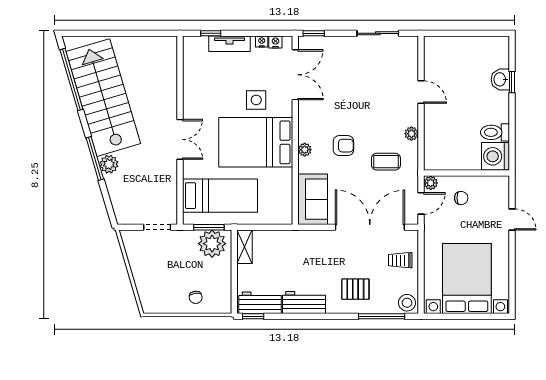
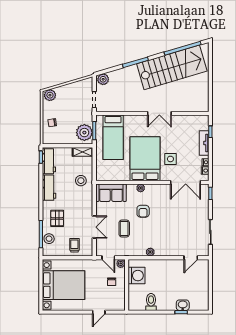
door: (421, 92) -> (191, 258), moved
double door: (180, 139) -> (159, 113), moved
washing machine: (495, 156) -> (137, 276), moved, turned 90
coffee table: (386, 162) -> (124, 228), moved
plant: (109, 164) -> (103, 79), moved
double door: (370, 227) -> (94, 227), width x0.54
stool: (292, 249) -> (81, 181), added
plant: (150, 301) -> (50, 95), added
stool: (407, 303) -> (49, 239), moved

